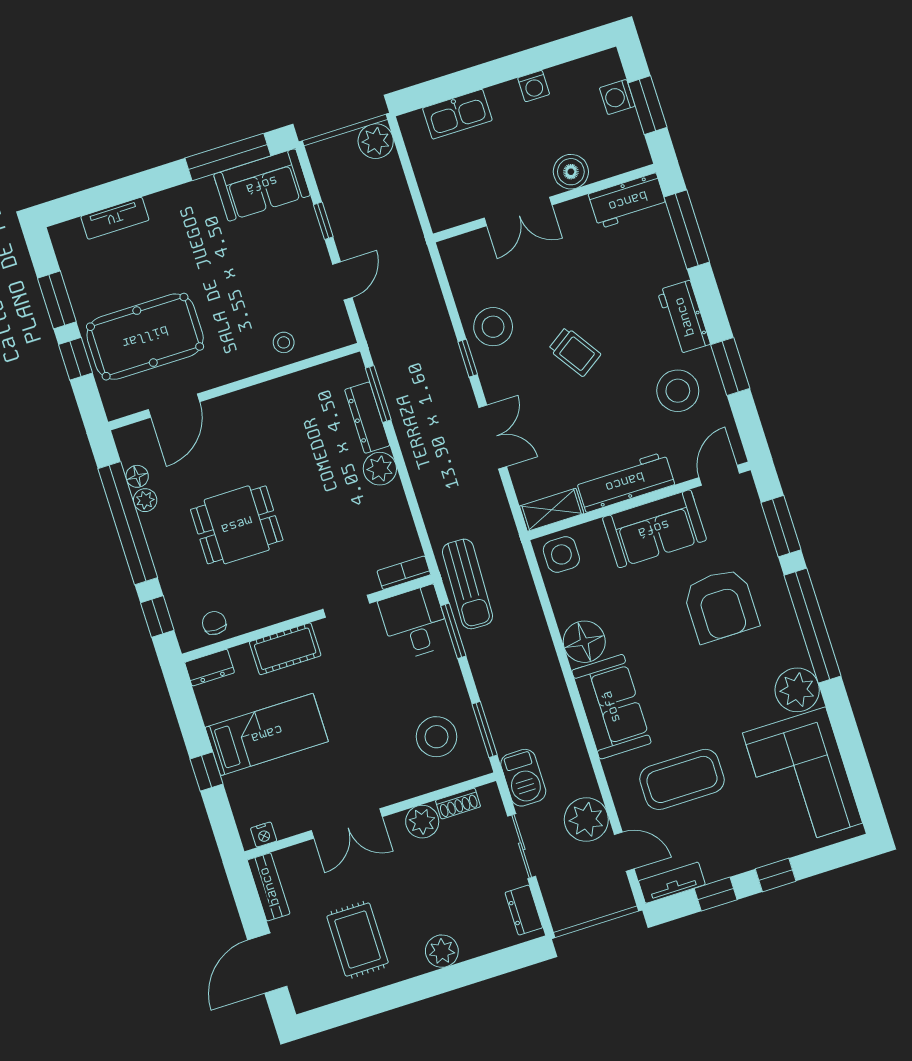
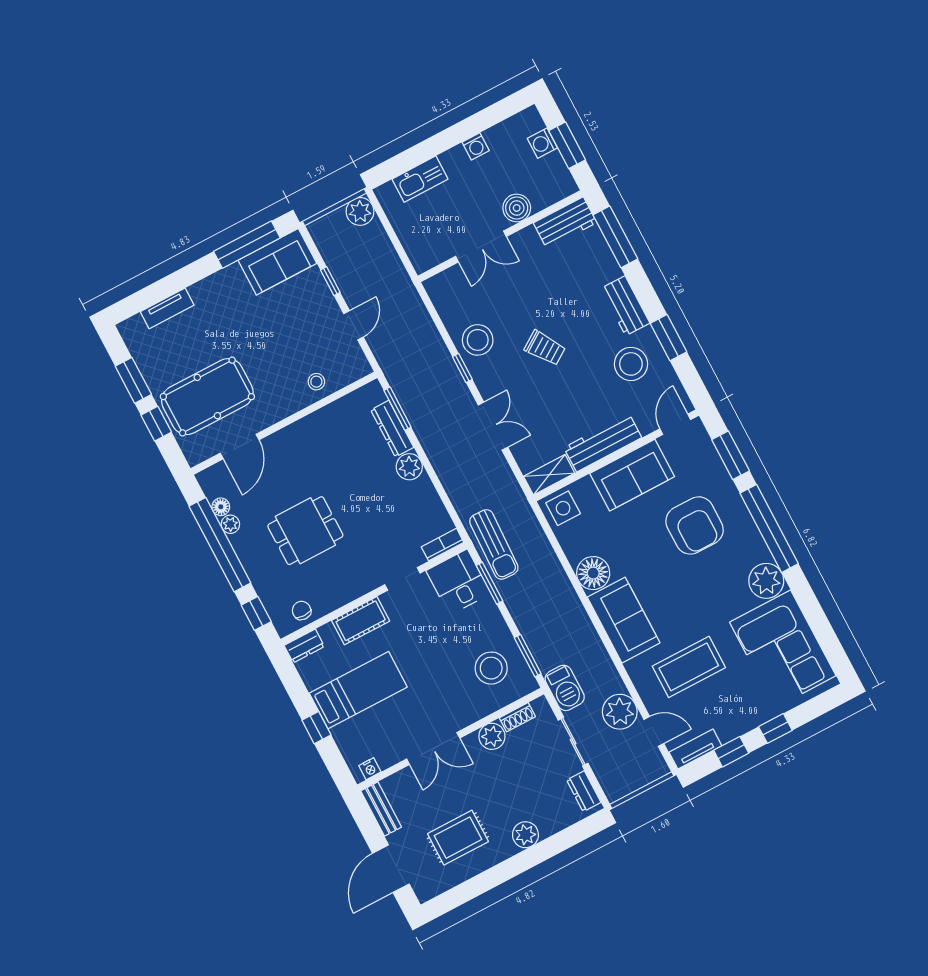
rug: (358, 940) -> (458, 838), turned 90

